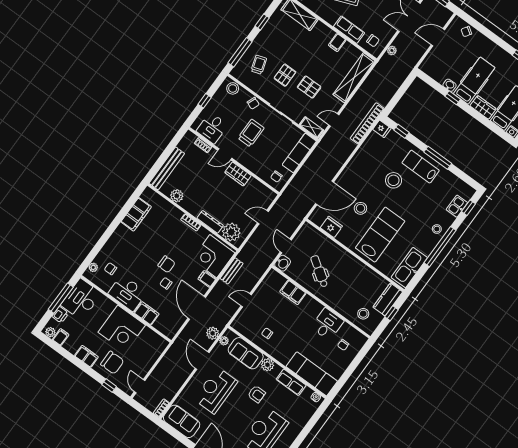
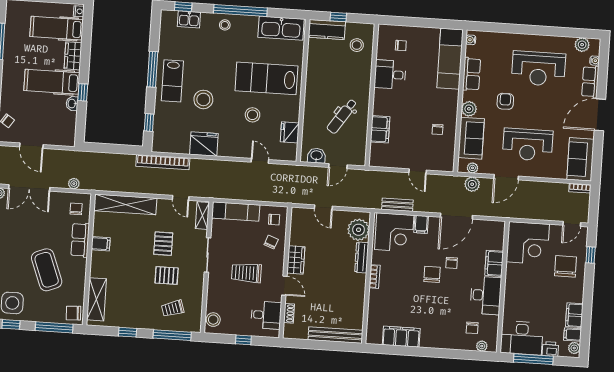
chair: (253, 103) -> (271, 242), moved
fridge: (382, 129) -> (204, 144), moved, width x1.88, depth x1.34
door: (324, 193) -> (260, 161), width x0.53
plant: (177, 196) -> (357, 308), removed
washbasin: (283, 263) -> (317, 156), moved
corner desk: (122, 329) -> (528, 243), moved, turned 90
filing cabinet: (86, 356) -> (574, 315), moved

